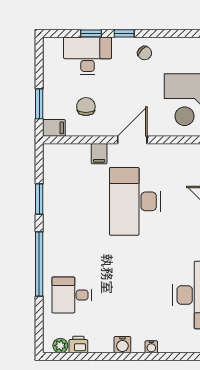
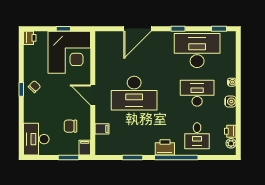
window: (91, 33) -> (21, 123), removed
window: (124, 33) -> (21, 89), moved
desk: (88, 56) -> (36, 139), moved
filing cabinet: (99, 154) -> (102, 129), moved
printer: (54, 247) -> (165, 147), added
desk: (135, 295) -> (197, 93), added

